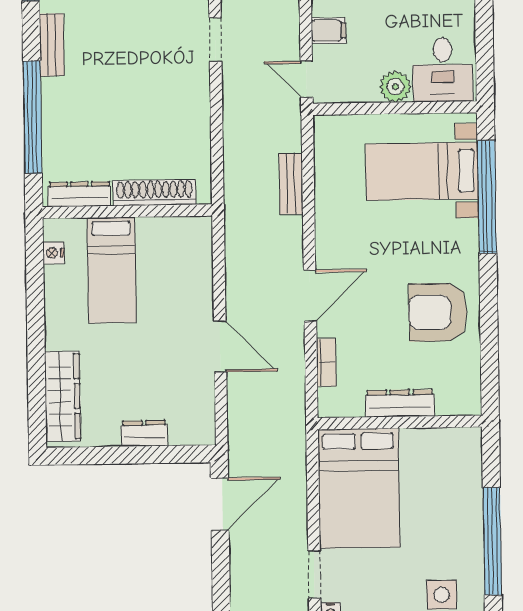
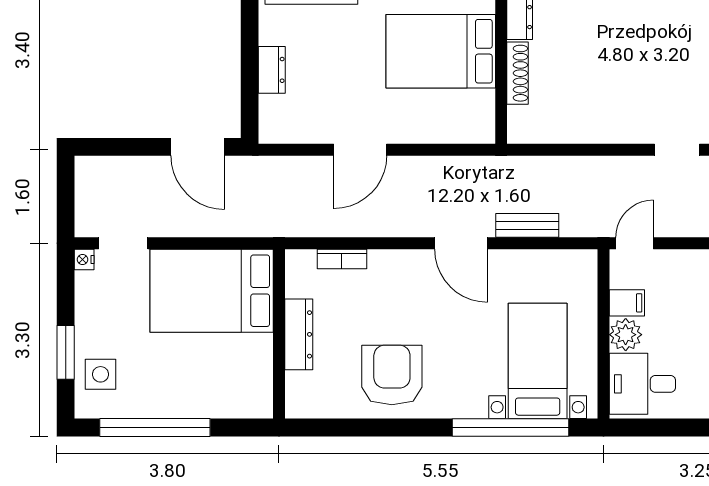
filing cabinet: (329, 31) -> (627, 303), moved, turned -90
shoe rack: (154, 193) -> (518, 73), width x0.74, depth x0.81
bed: (112, 270) -> (441, 51), width x1.50
door: (310, 296) -> (461, 243), moved

